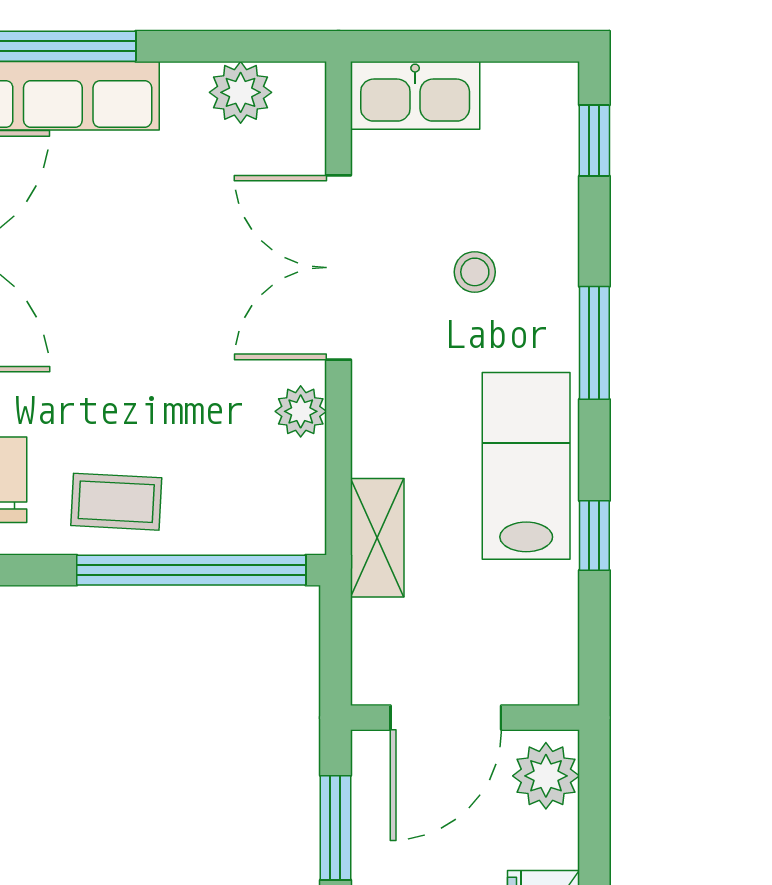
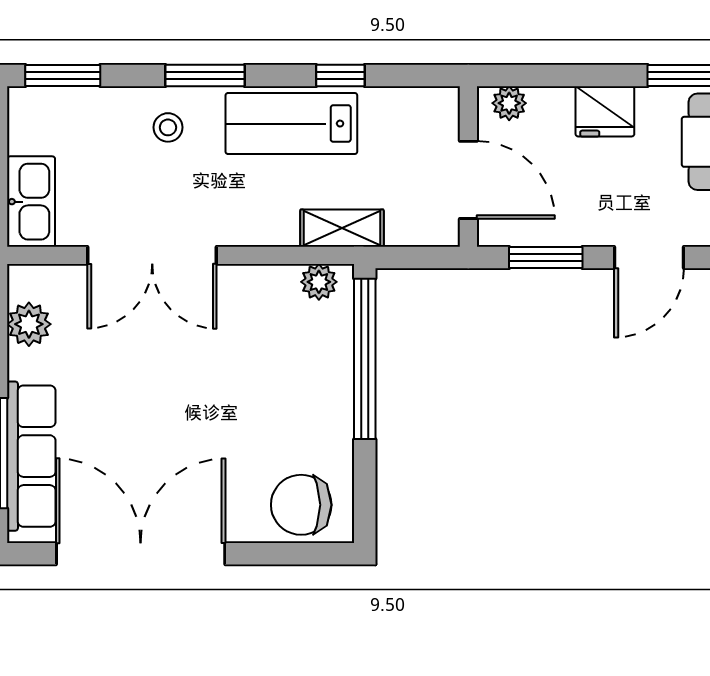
window: (594, 141) -> (63, 76), width x1.50
stool: (475, 272) -> (168, 127), moved
plant: (301, 411) -> (319, 282), moved
coffee table: (116, 502) -> (317, 412), removed
plant: (546, 776) -> (509, 103), width x0.73, depth x0.73

